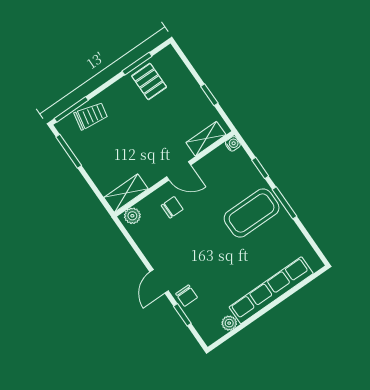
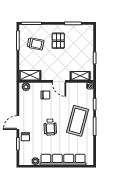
pallet: (149, 82) -> (58, 41), moved
trolley: (91, 116) -> (36, 44), moved
coffee table: (252, 213) -> (78, 121), turned -75
wheelchair: (215, 253) -> (50, 127), added

